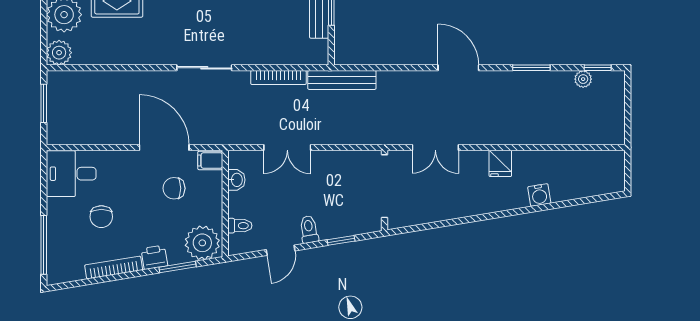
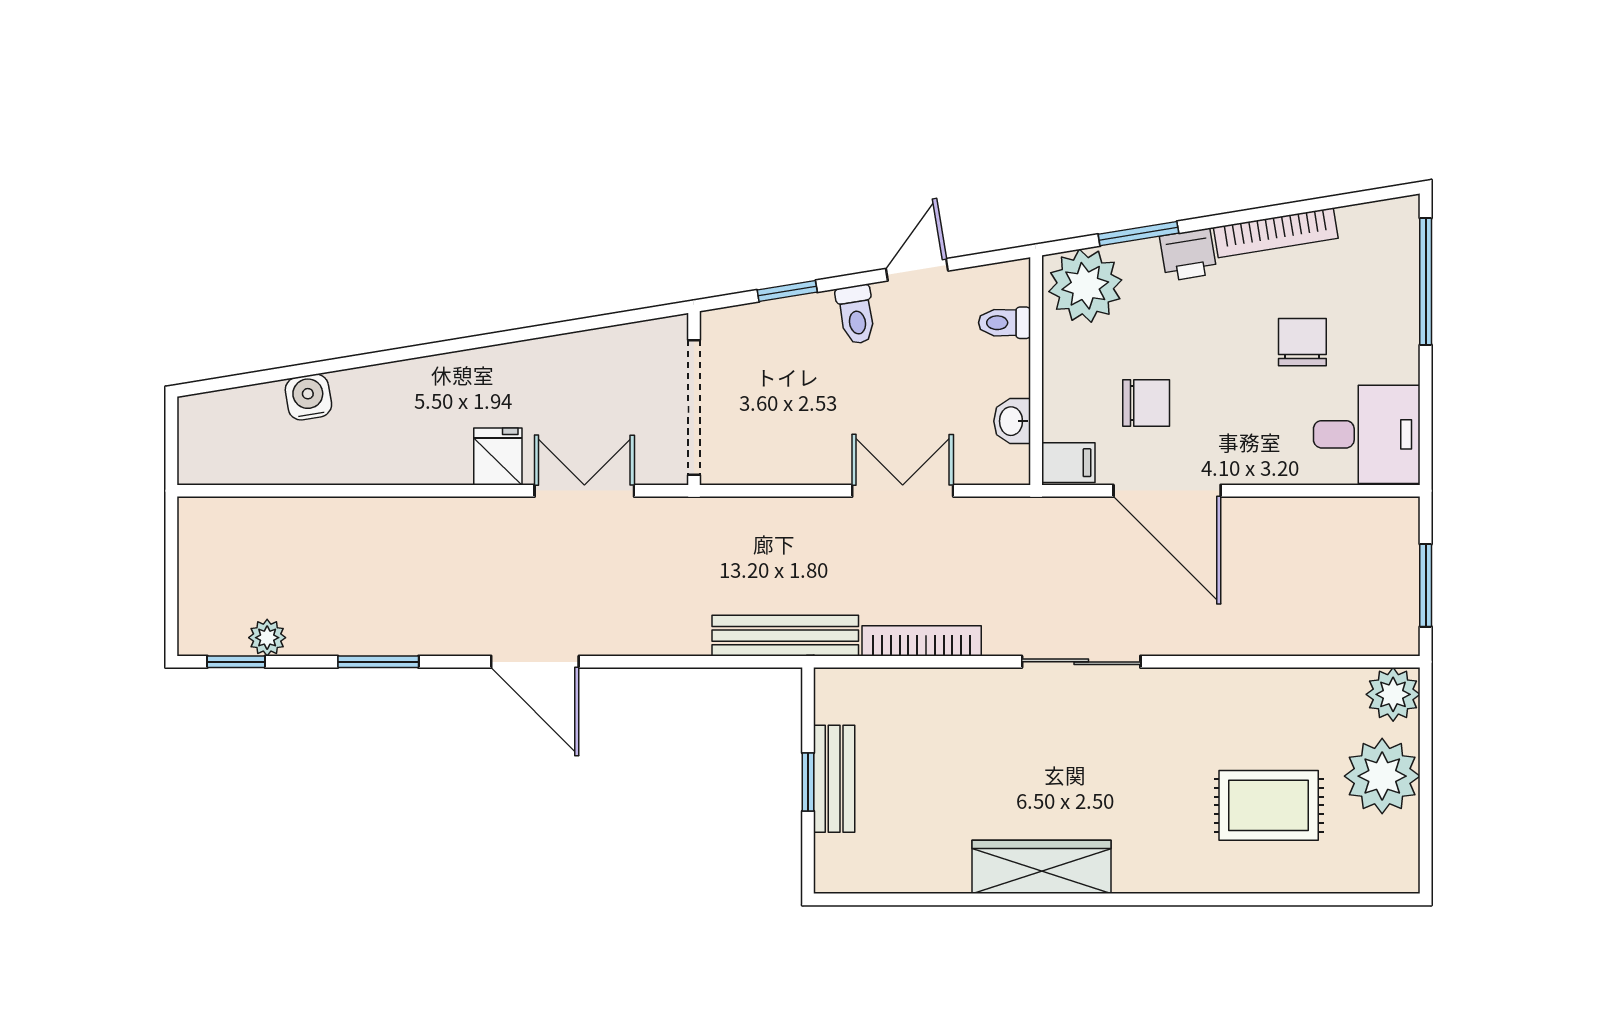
fridge: (500, 163) -> (498, 456), moved
water cooler: (539, 195) -> (308, 397), moved

